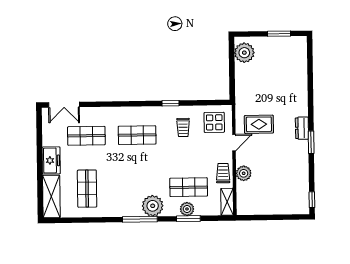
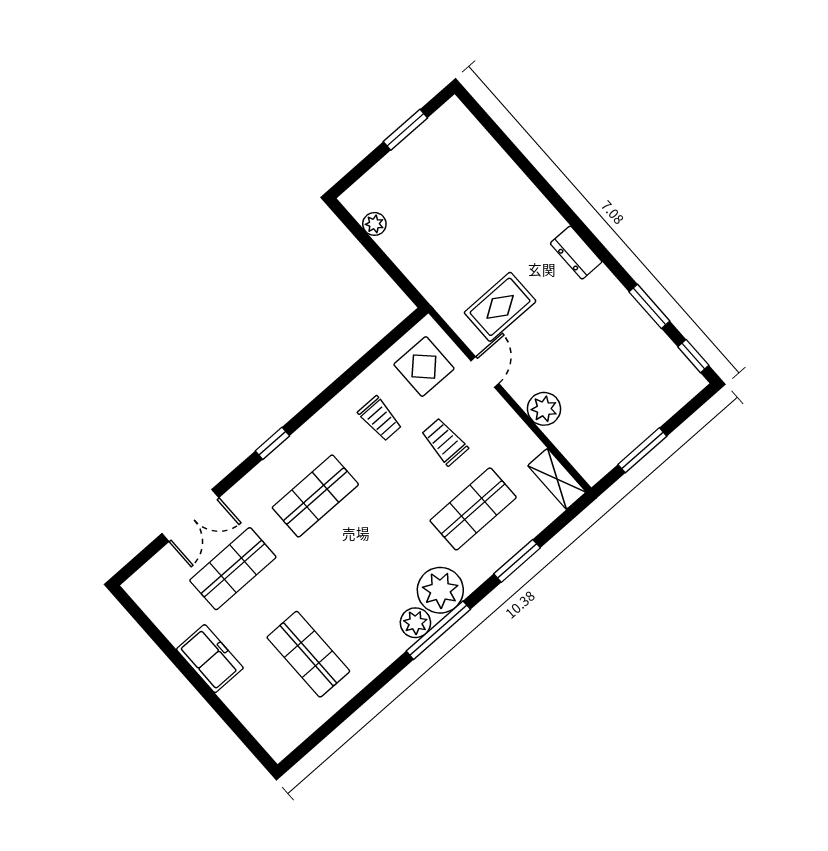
plant: (244, 53) -> (374, 224), width x0.53, depth x0.53
window: (171, 103) -> (272, 443), moved
double door: (64, 105) -> (190, 516), moved
window: (311, 142) -> (649, 306), moved
trolley: (223, 173) -> (445, 442), moved
shelving: (51, 196) -> (261, 718), removed
plant: (187, 209) -> (415, 623), moved
window: (266, 217) -> (642, 450), added

